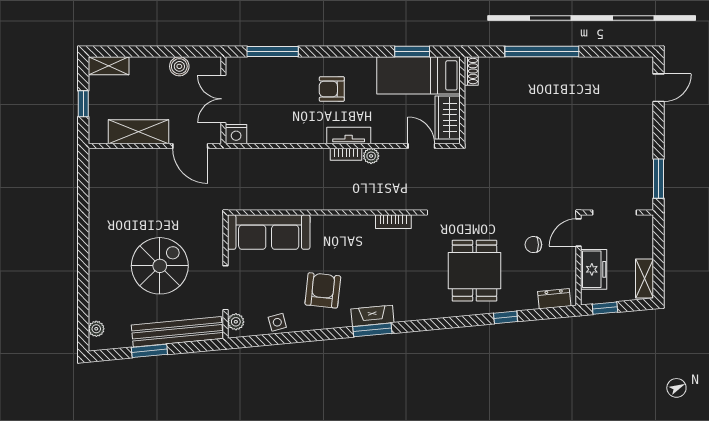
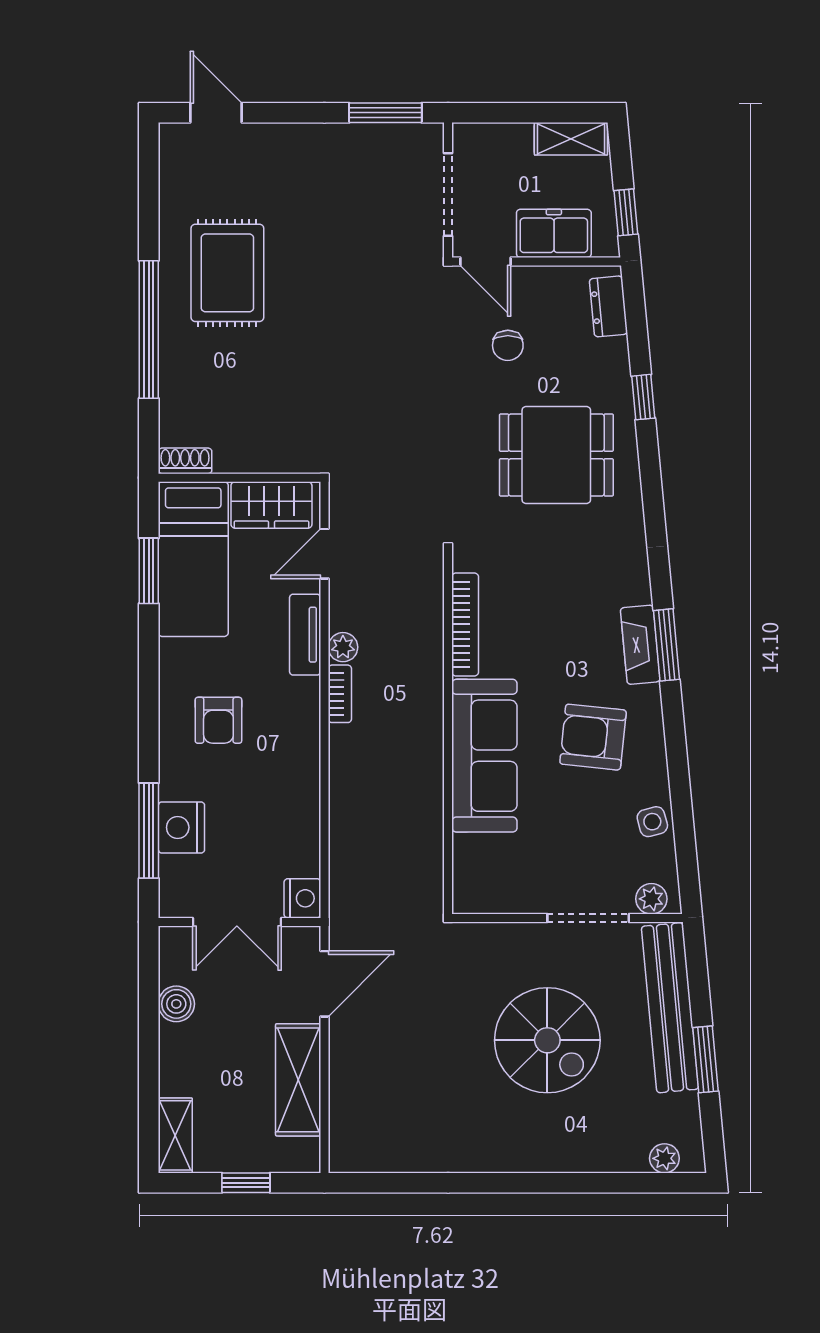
nightstand: (274, 69) -> (181, 827), added
rug: (572, 94) -> (227, 273), added
tv unit: (349, 136) -> (305, 635), moved
bookcase: (393, 222) -> (465, 624), width x1.56
sofa: (269, 232) -> (484, 756), moved
spiral stairs: (160, 266) -> (547, 1040), turned 180

